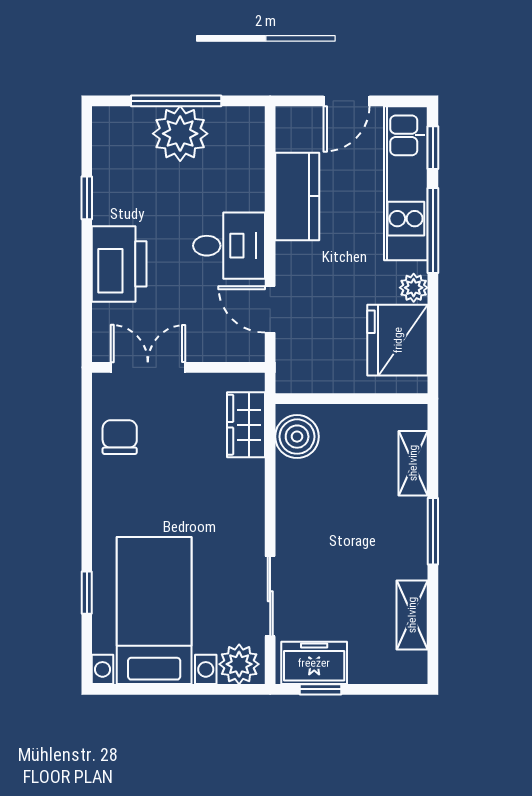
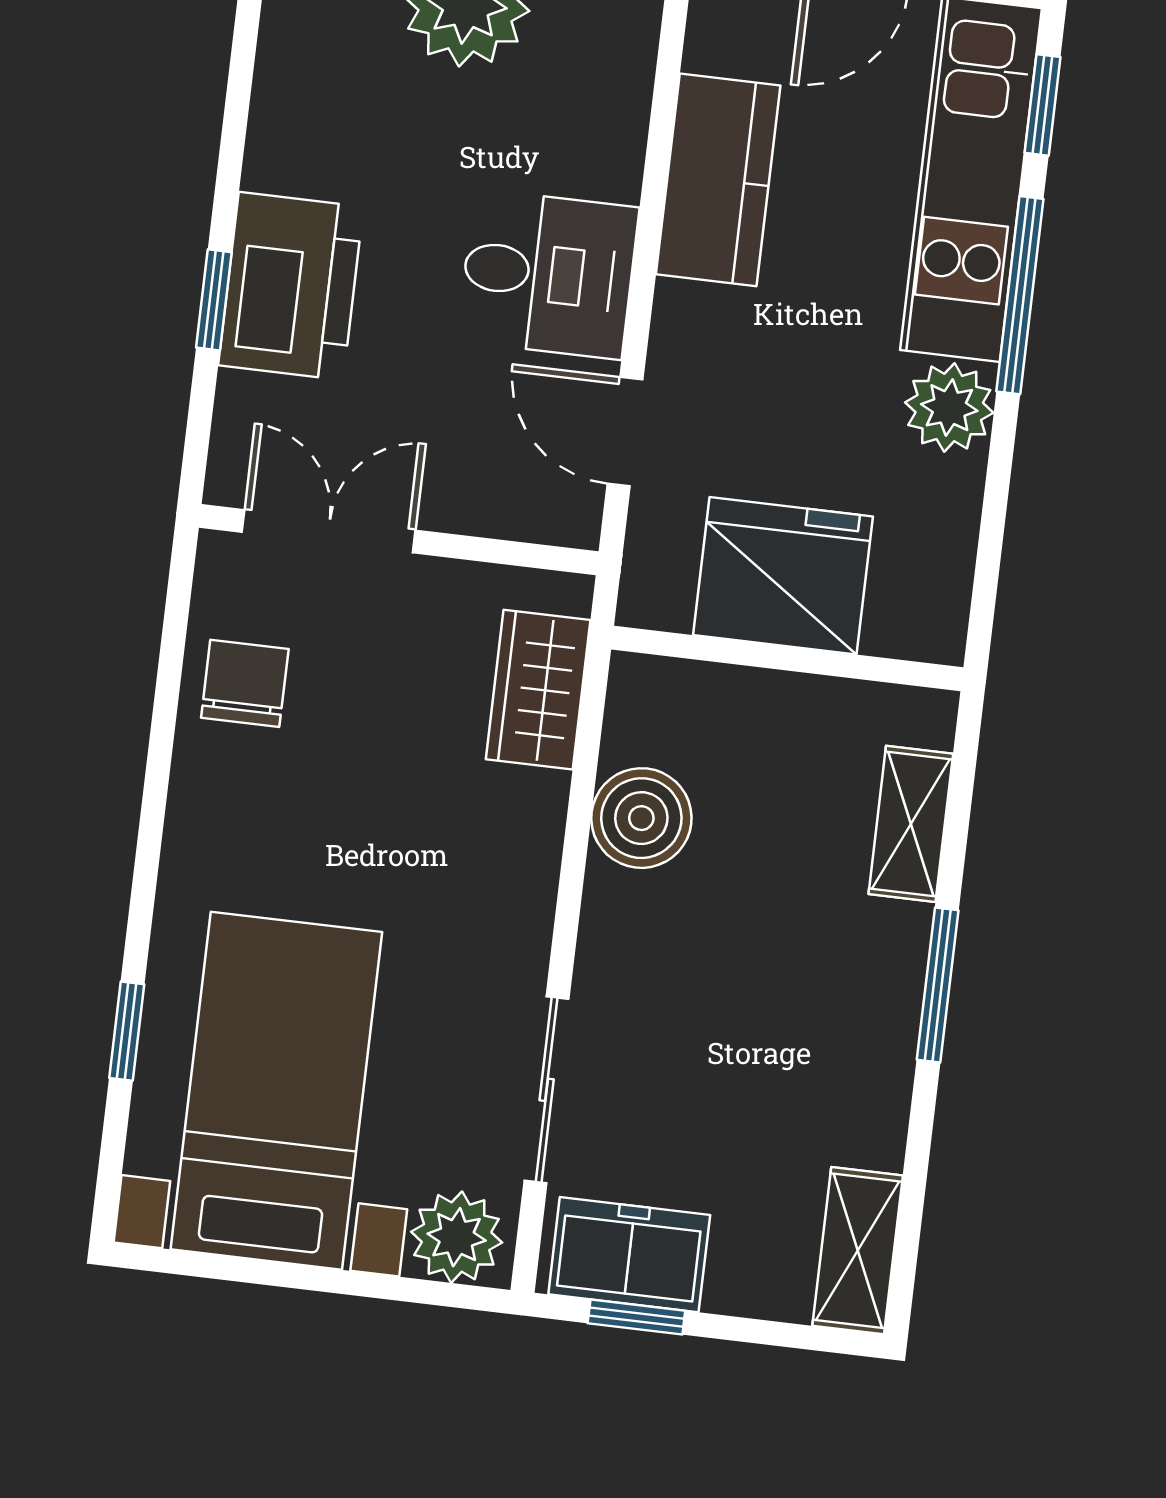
window: (87, 198) -> (214, 300), moved
plant: (414, 288) -> (949, 408), width x1.38, depth x1.38
fridge: (398, 340) -> (783, 576), moved, turned 90
boiler: (297, 437) -> (641, 818), moved
shelving: (412, 615) -> (858, 1251), moved

